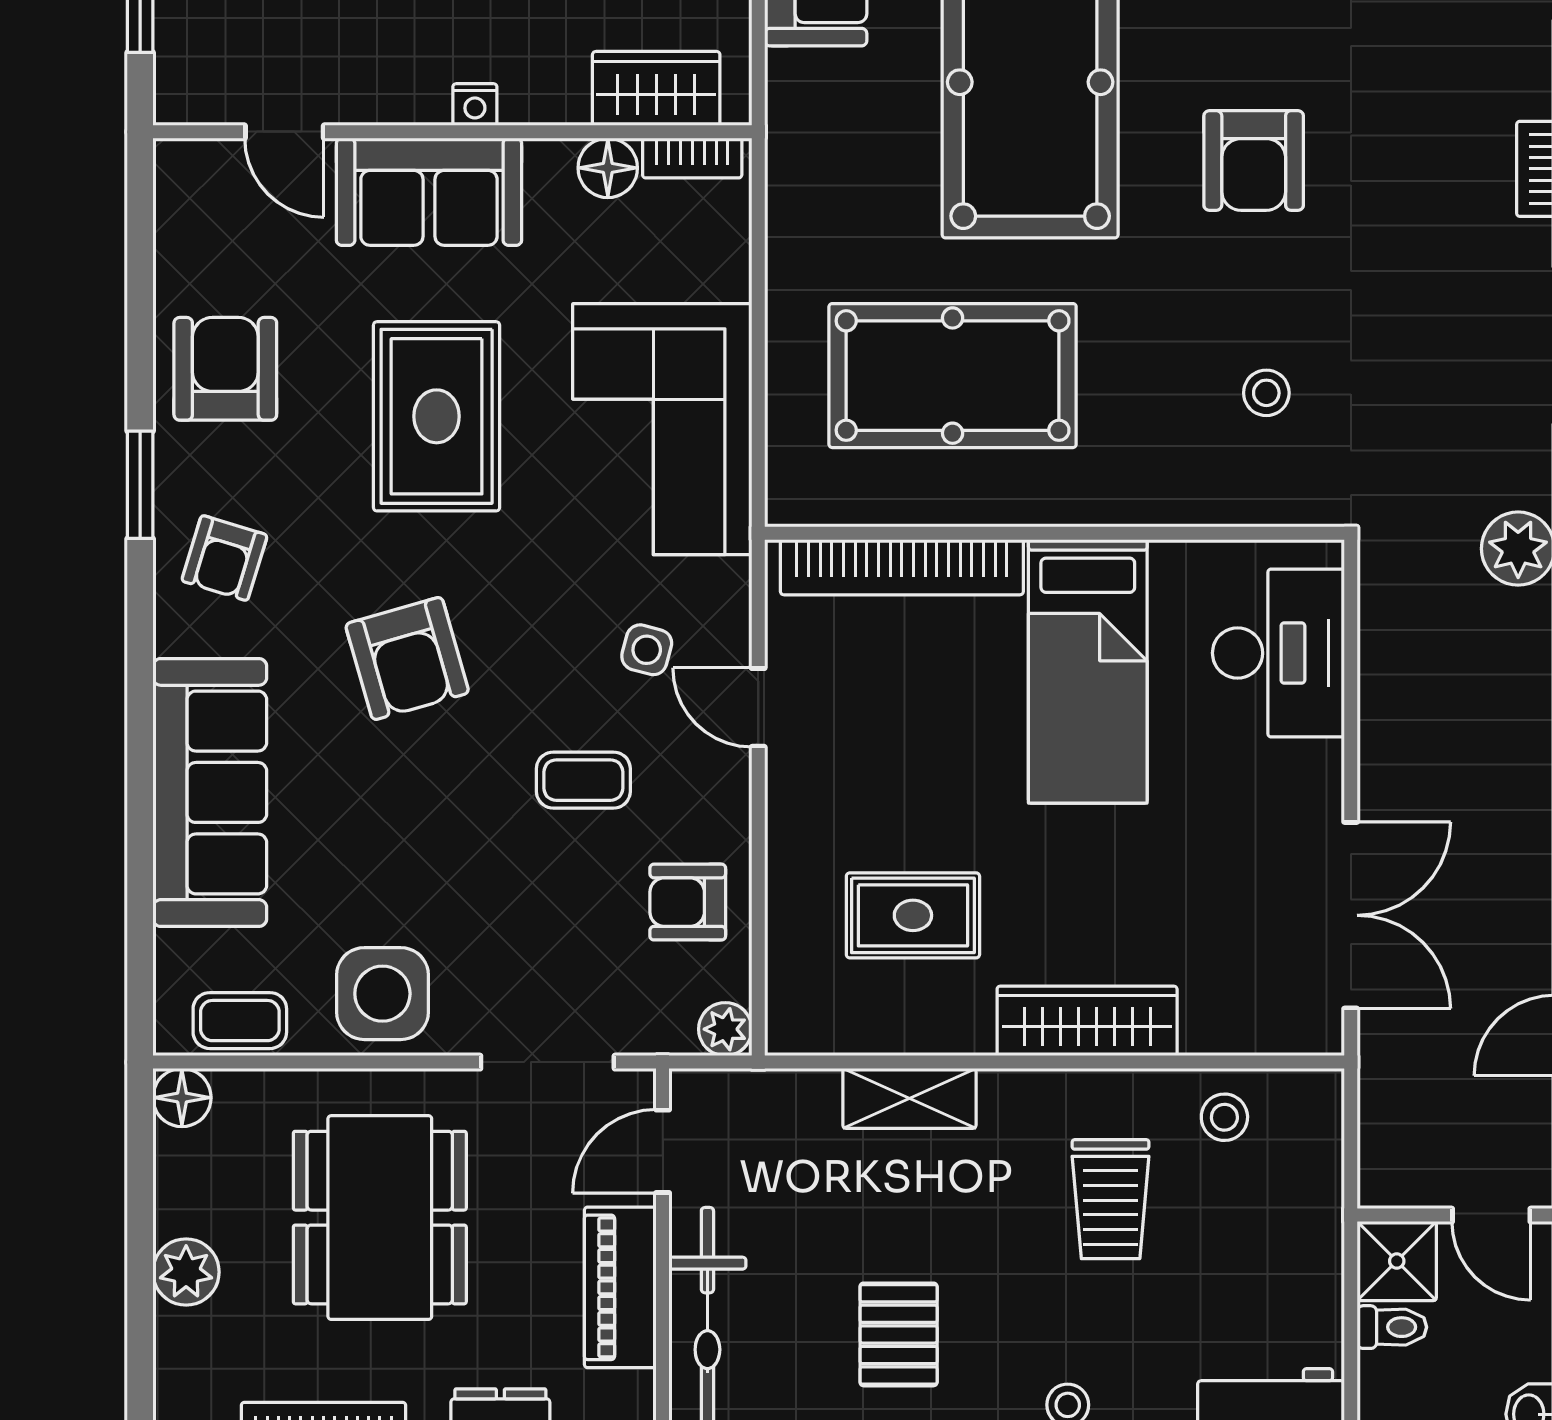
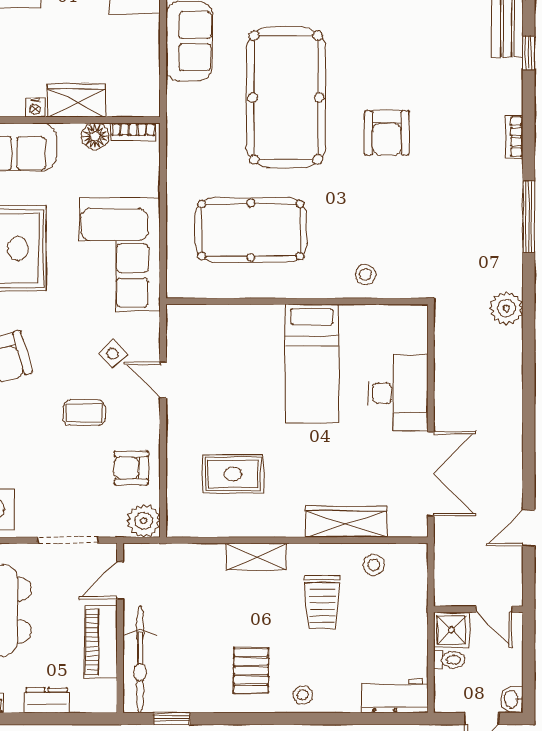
wardrobe: (656, 88) -> (76, 100), moved
stool: (1266, 393) -> (365, 274), moved
bookcase: (902, 567) -> (228, 317), removed
side table: (647, 650) -> (113, 354), turned 32
desk: (1278, 653) -> (398, 393), moved
wardrobe: (1087, 1021) -> (346, 522), moved
plant: (725, 1029) -> (144, 521), width x1.38, depth x1.38
shelving: (909, 1098) -> (256, 557), moved
pallet: (899, 1334) -> (251, 671), moved

